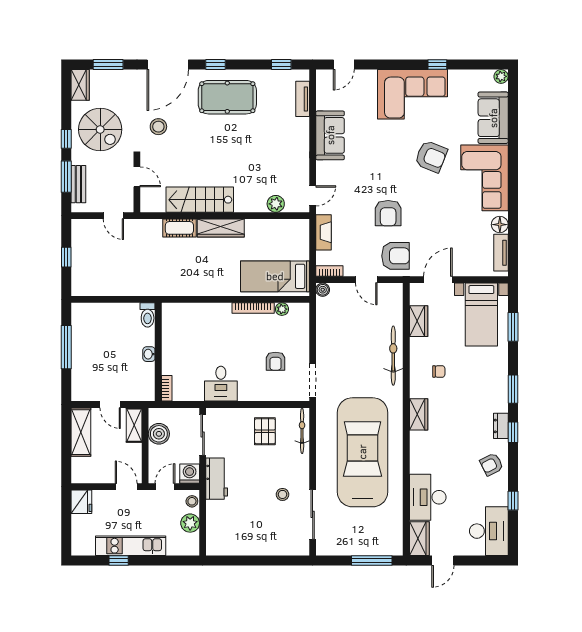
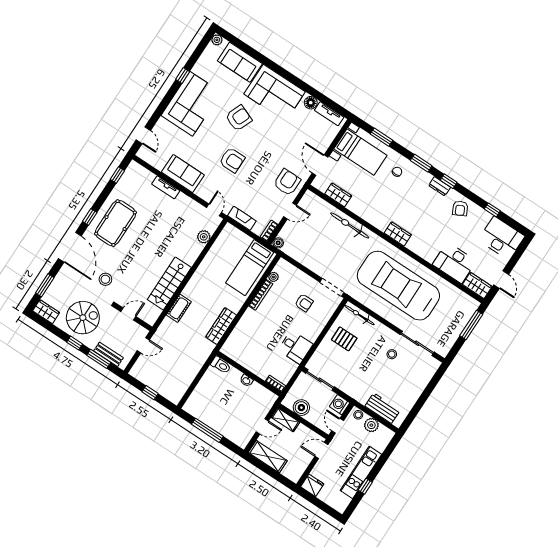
tv unit: (303, 99) -> (166, 187), moved
armchair: (388, 213) -> (232, 160), moved
wardrobe: (221, 228) -> (221, 326), moved, turned 180
chair: (439, 371) -> (397, 172), moved
workbench: (217, 479) -> (383, 408), moved

